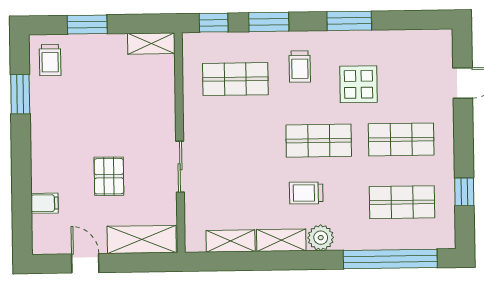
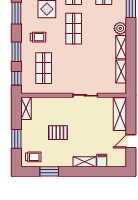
shelving: (41, 167) -> (85, 162), added
pallet: (109, 176) -> (58, 133), moved
trolley: (306, 193) -> (99, 35), removed

